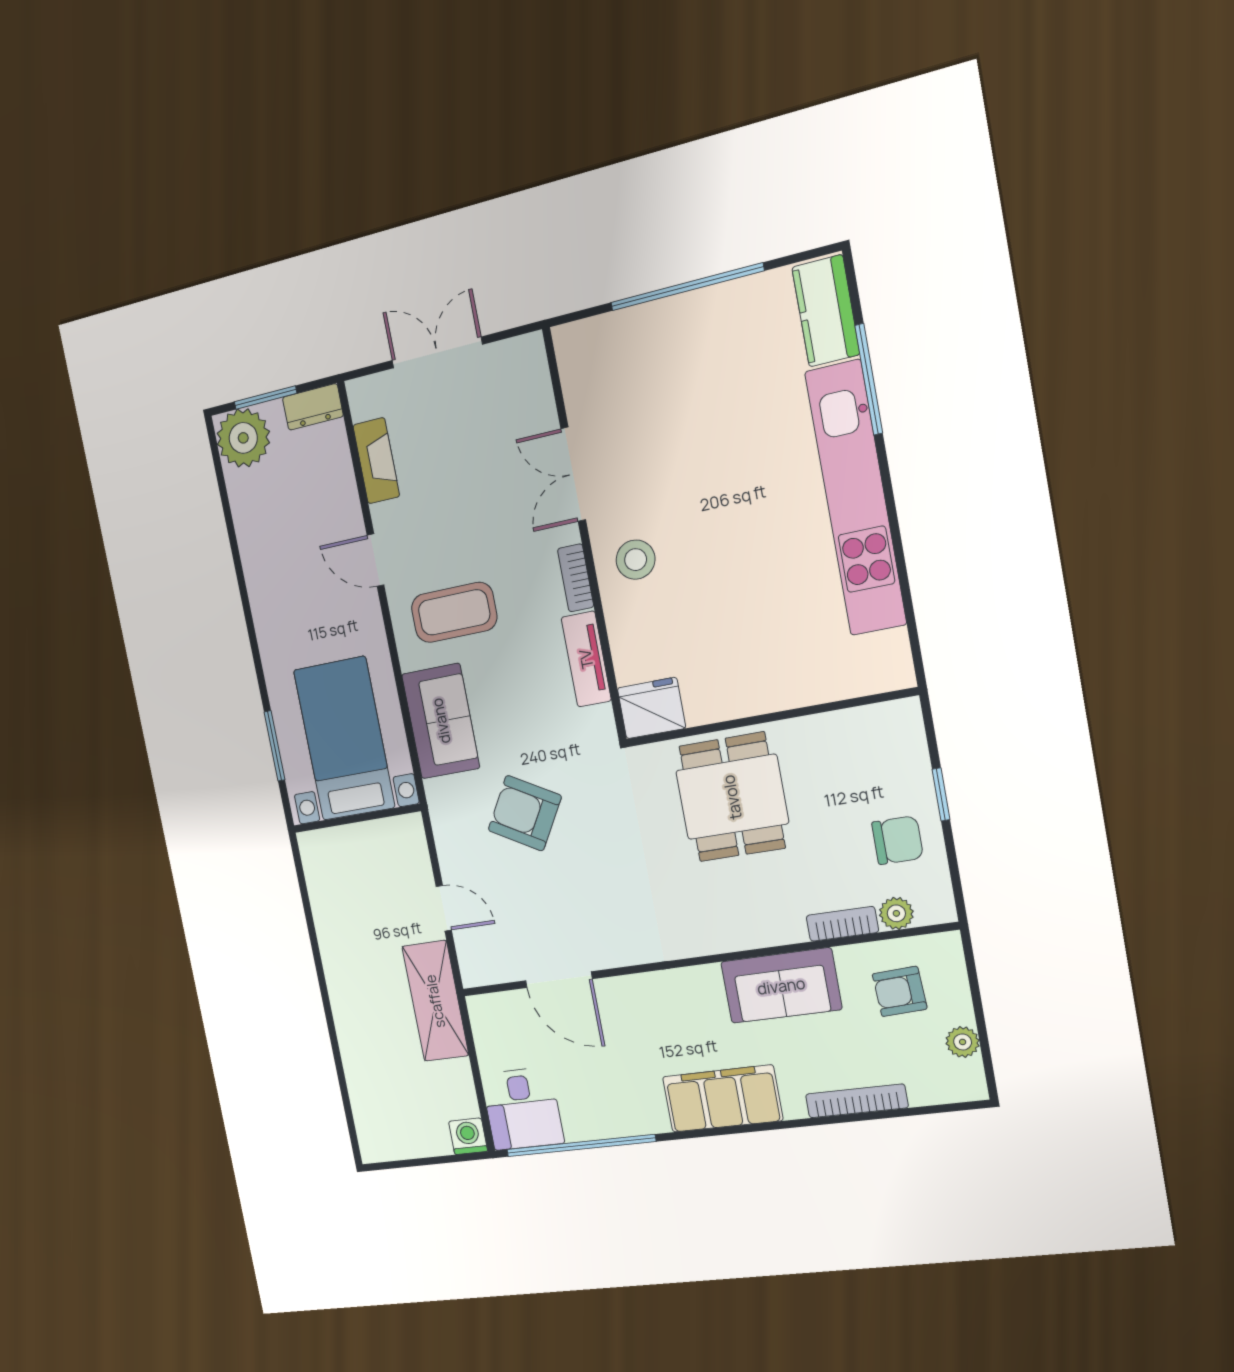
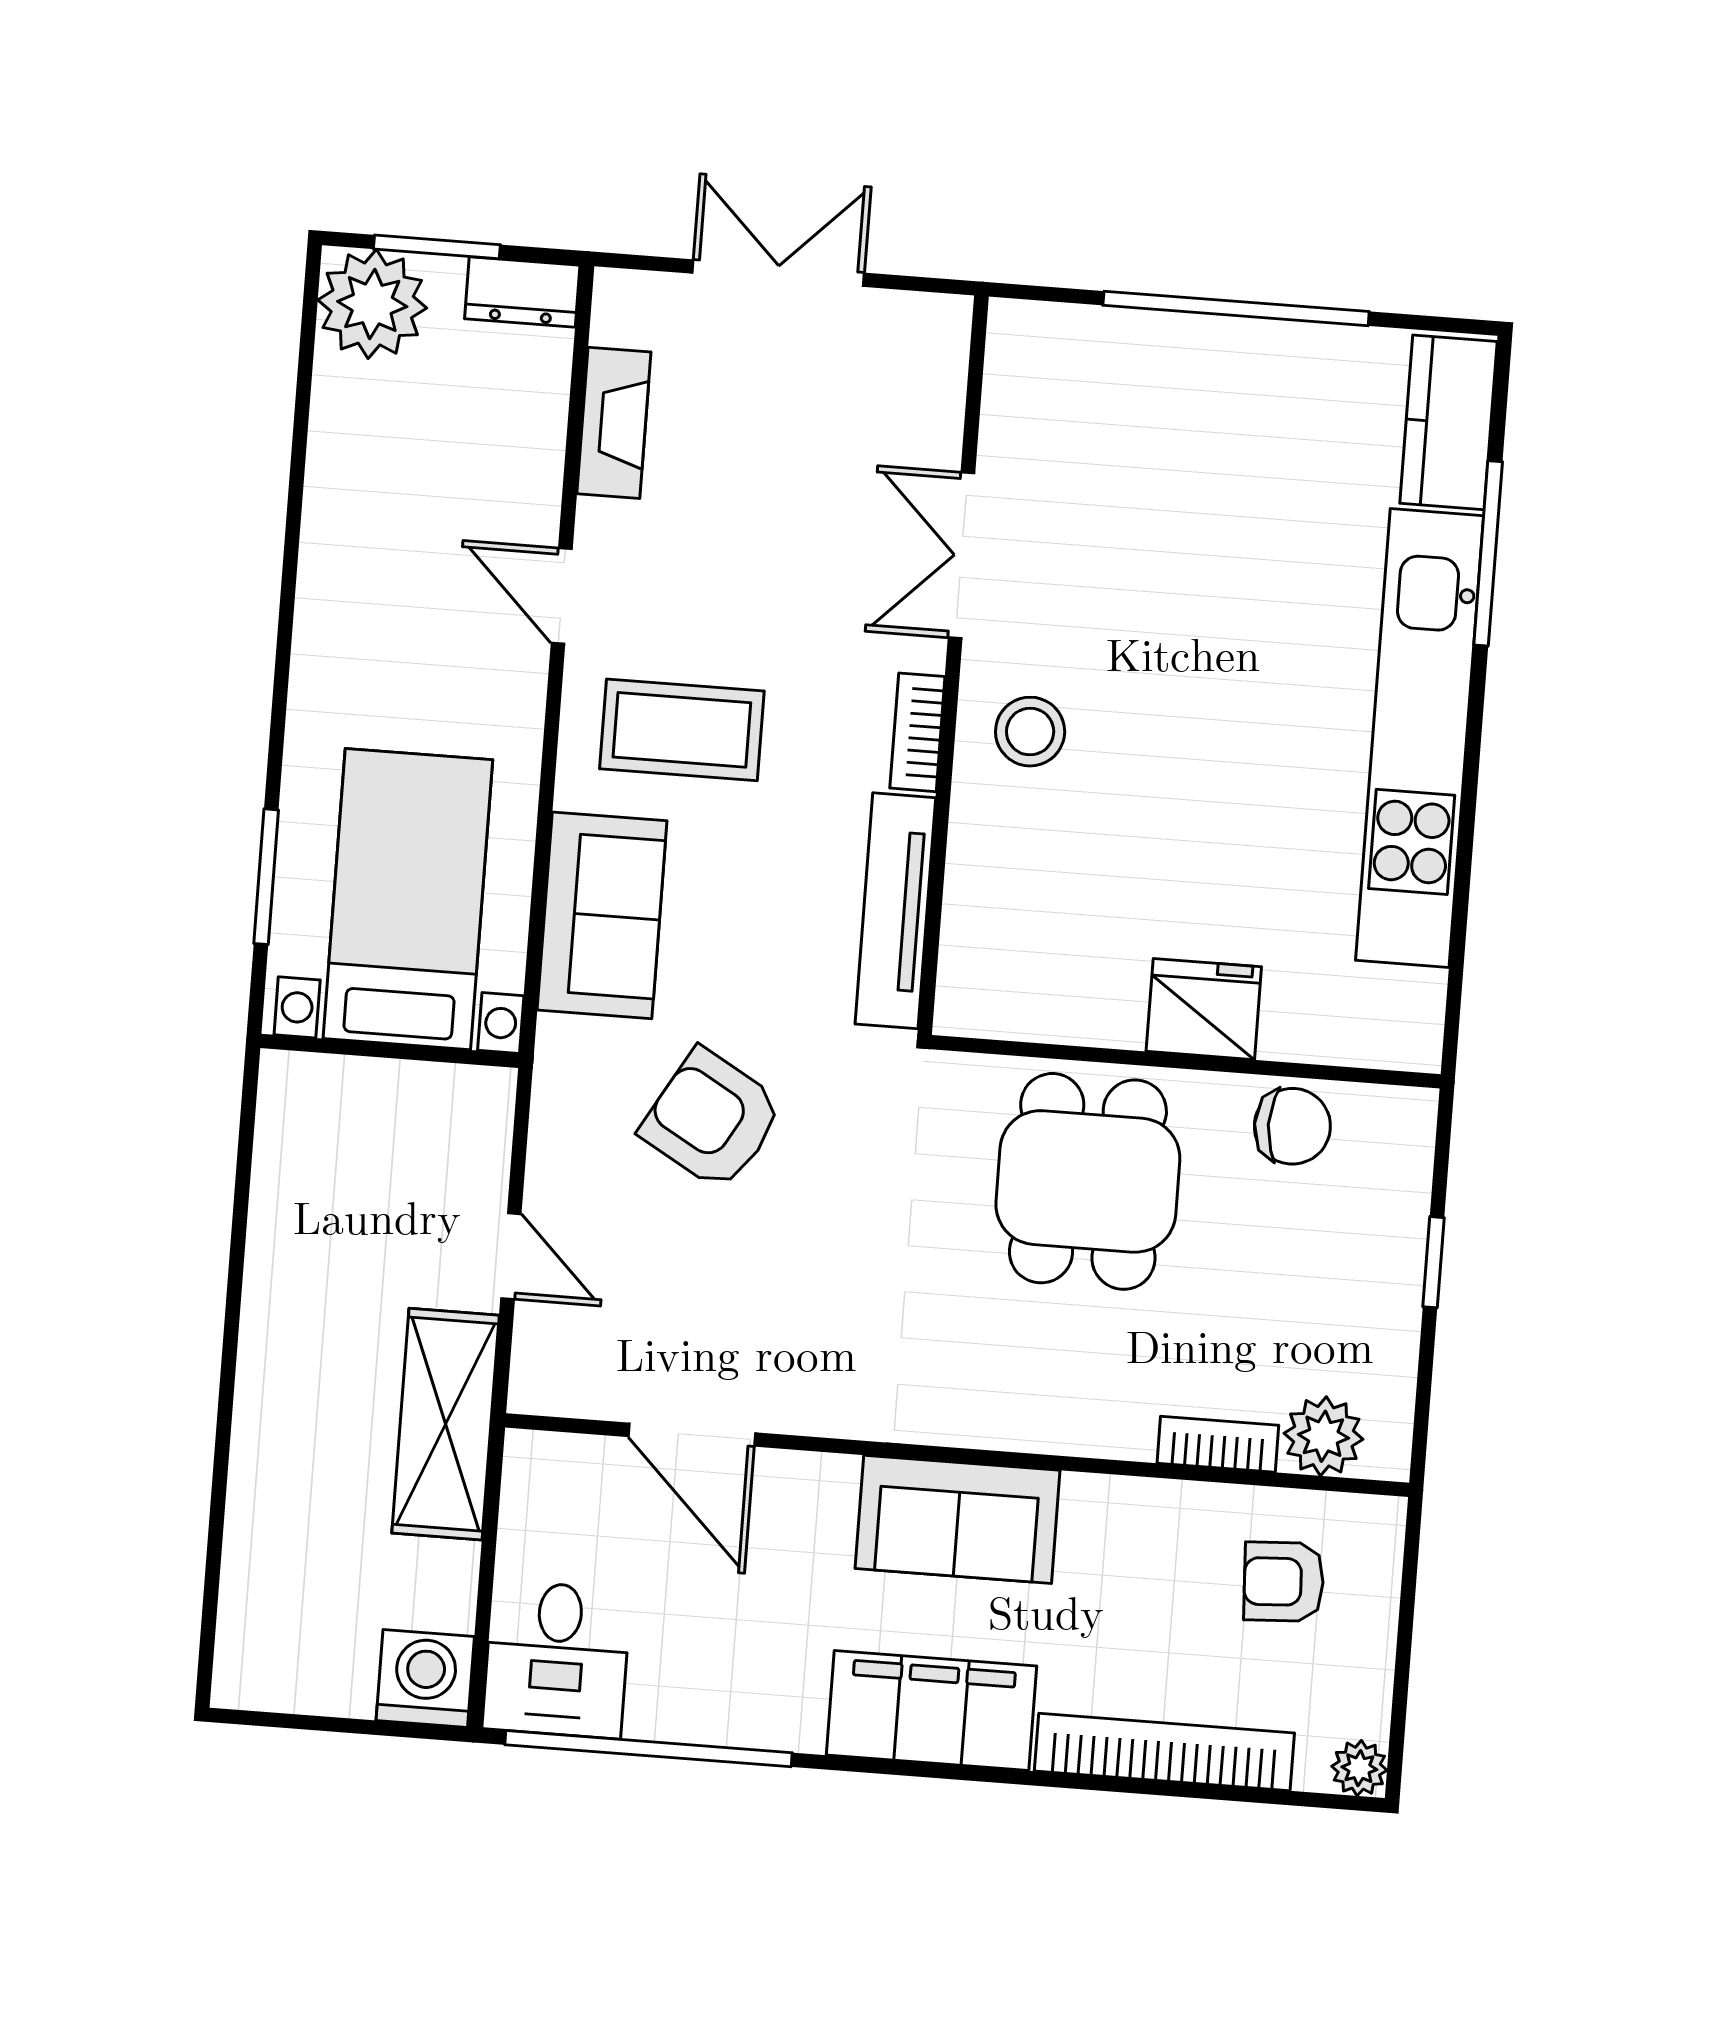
tv unit: (586, 659) -> (895, 911), width x1.41
fridge: (651, 708) -> (1204, 1009), moved
chair: (897, 840) -> (1292, 1126), moved
plant: (896, 913) -> (1323, 1436), width x1.38, depth x1.38
sofa: (781, 986) -> (958, 1519), moved
plant: (963, 1042) -> (1359, 1768), moved
bookcase: (857, 1101) -> (1164, 1752), width x1.48, depth x1.31
washing machine: (468, 1136) -> (425, 1678), width x1.38, depth x1.38

